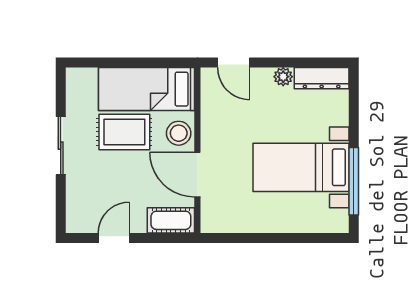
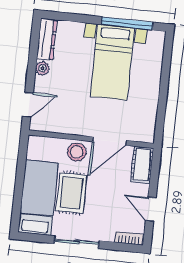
bed: (147, 89) -> (38, 198), moved, turned 180
bookcase: (73, 214) -> (129, 238), added

